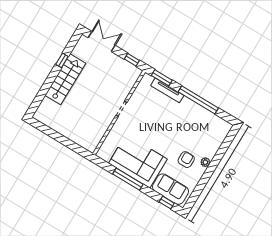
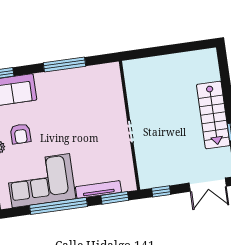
corner sofa: (138, 161) -> (41, 181), moved, turned 180

